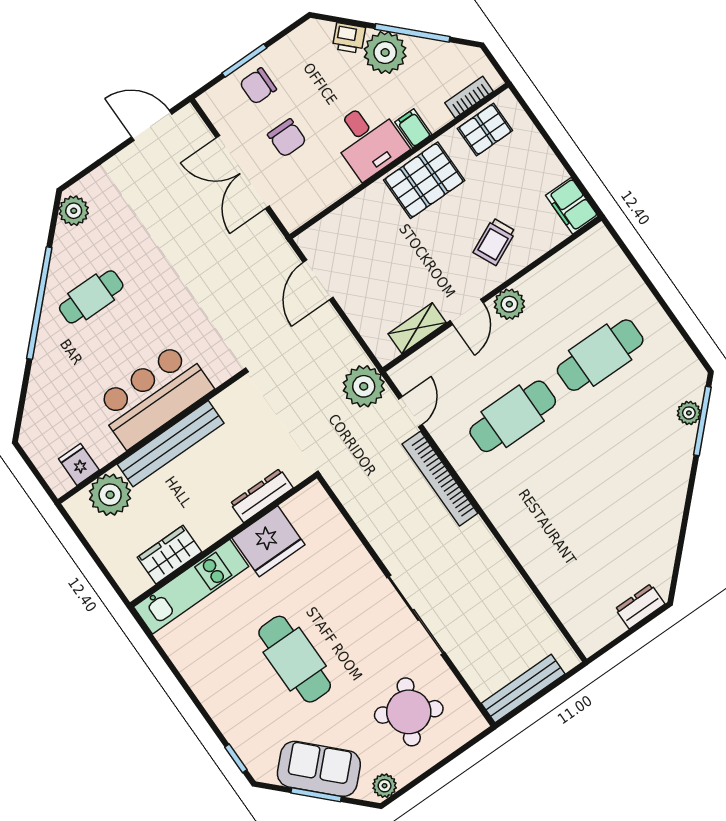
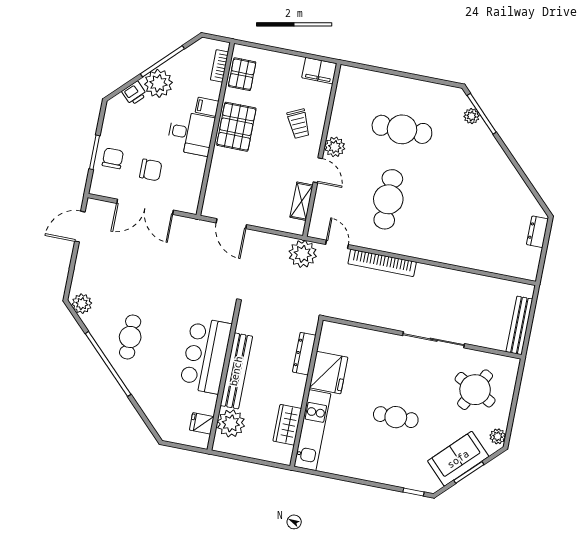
chair: (258, 86) -> (113, 158), turned 180
cafe table: (600, 355) -> (402, 129), turned 90
cafe table: (295, 659) -> (396, 417), width x0.73, depth x0.74

